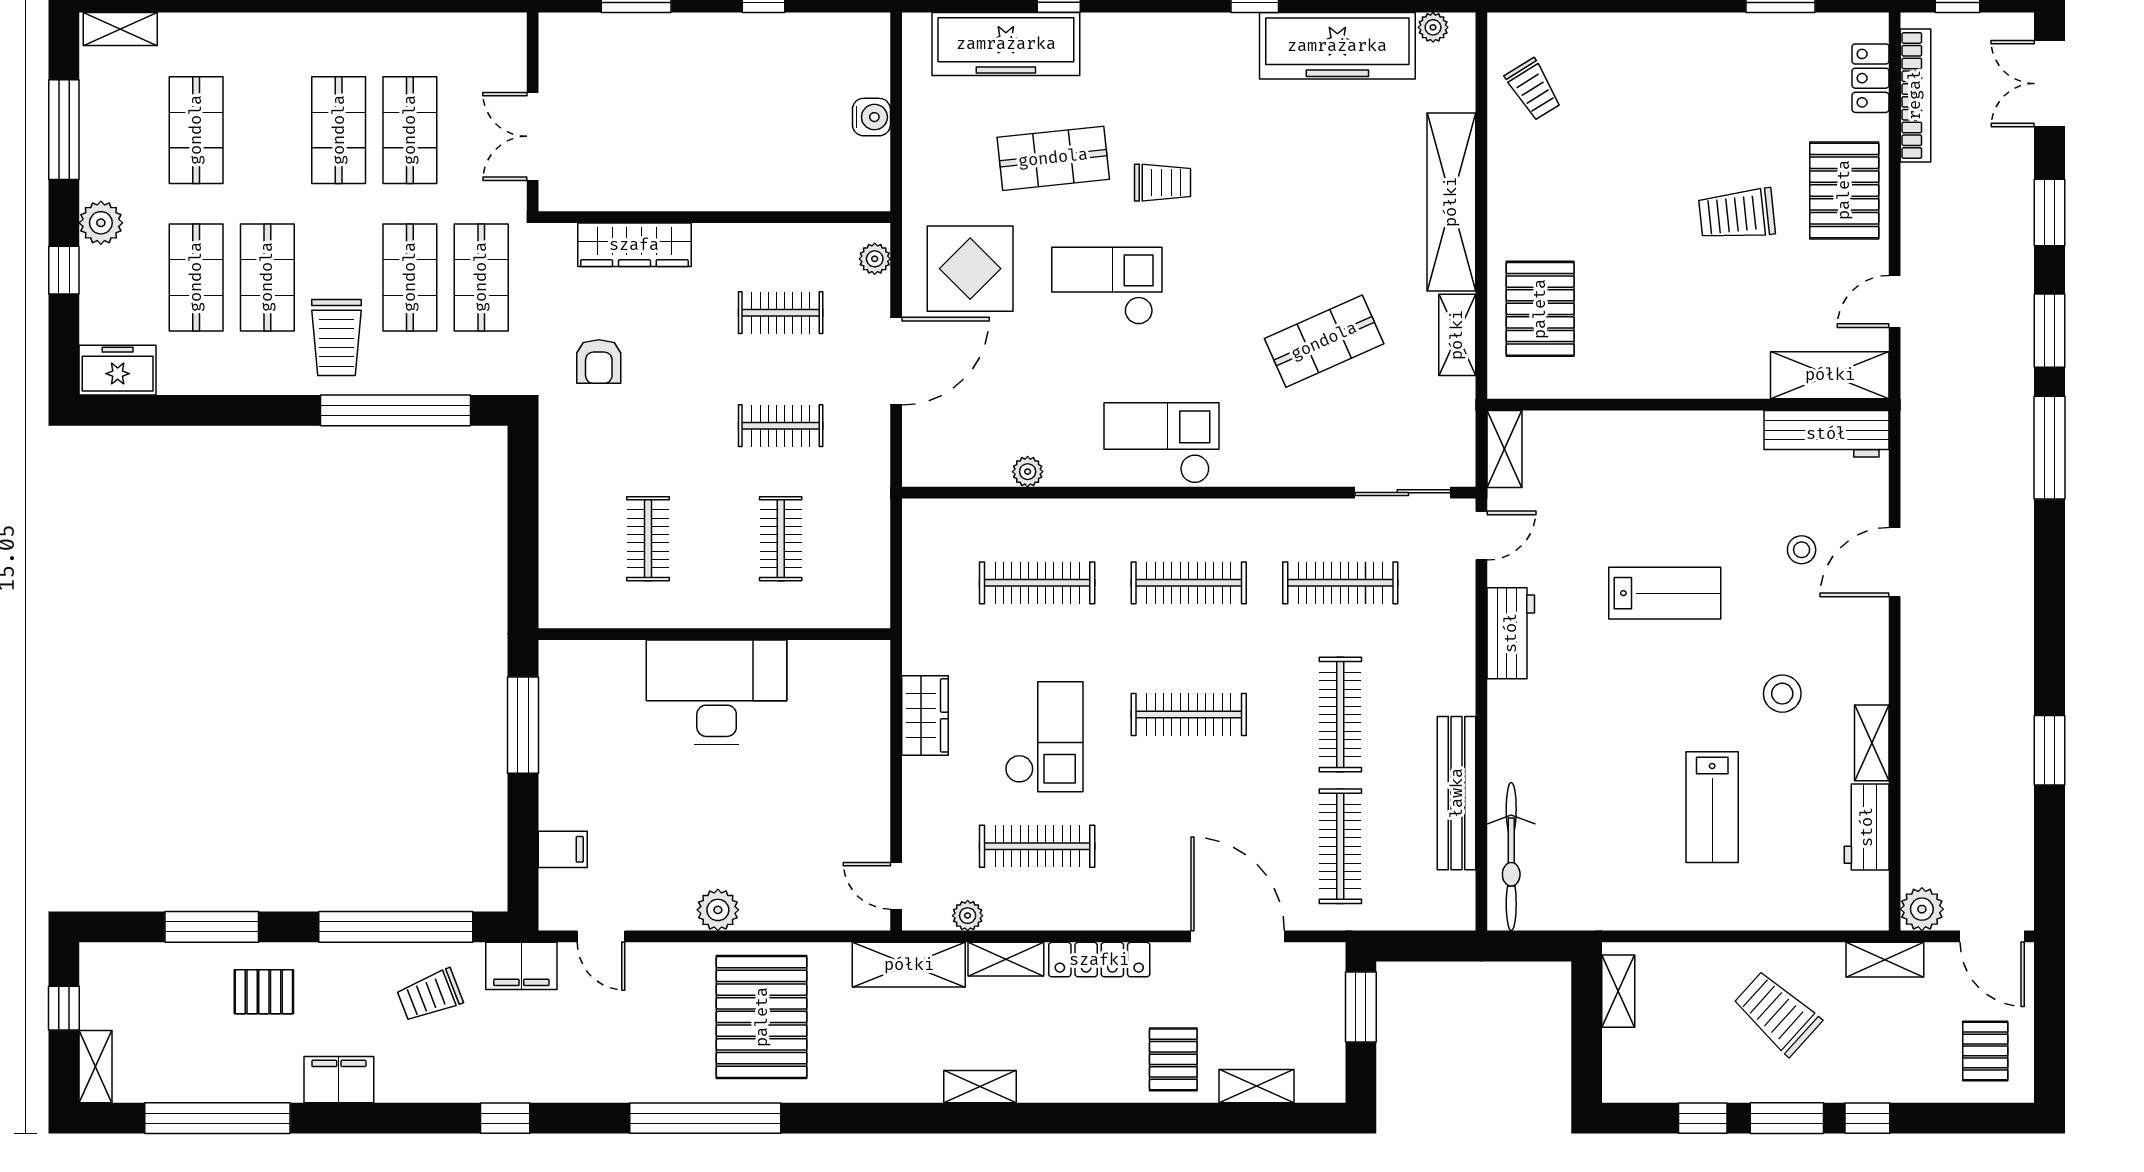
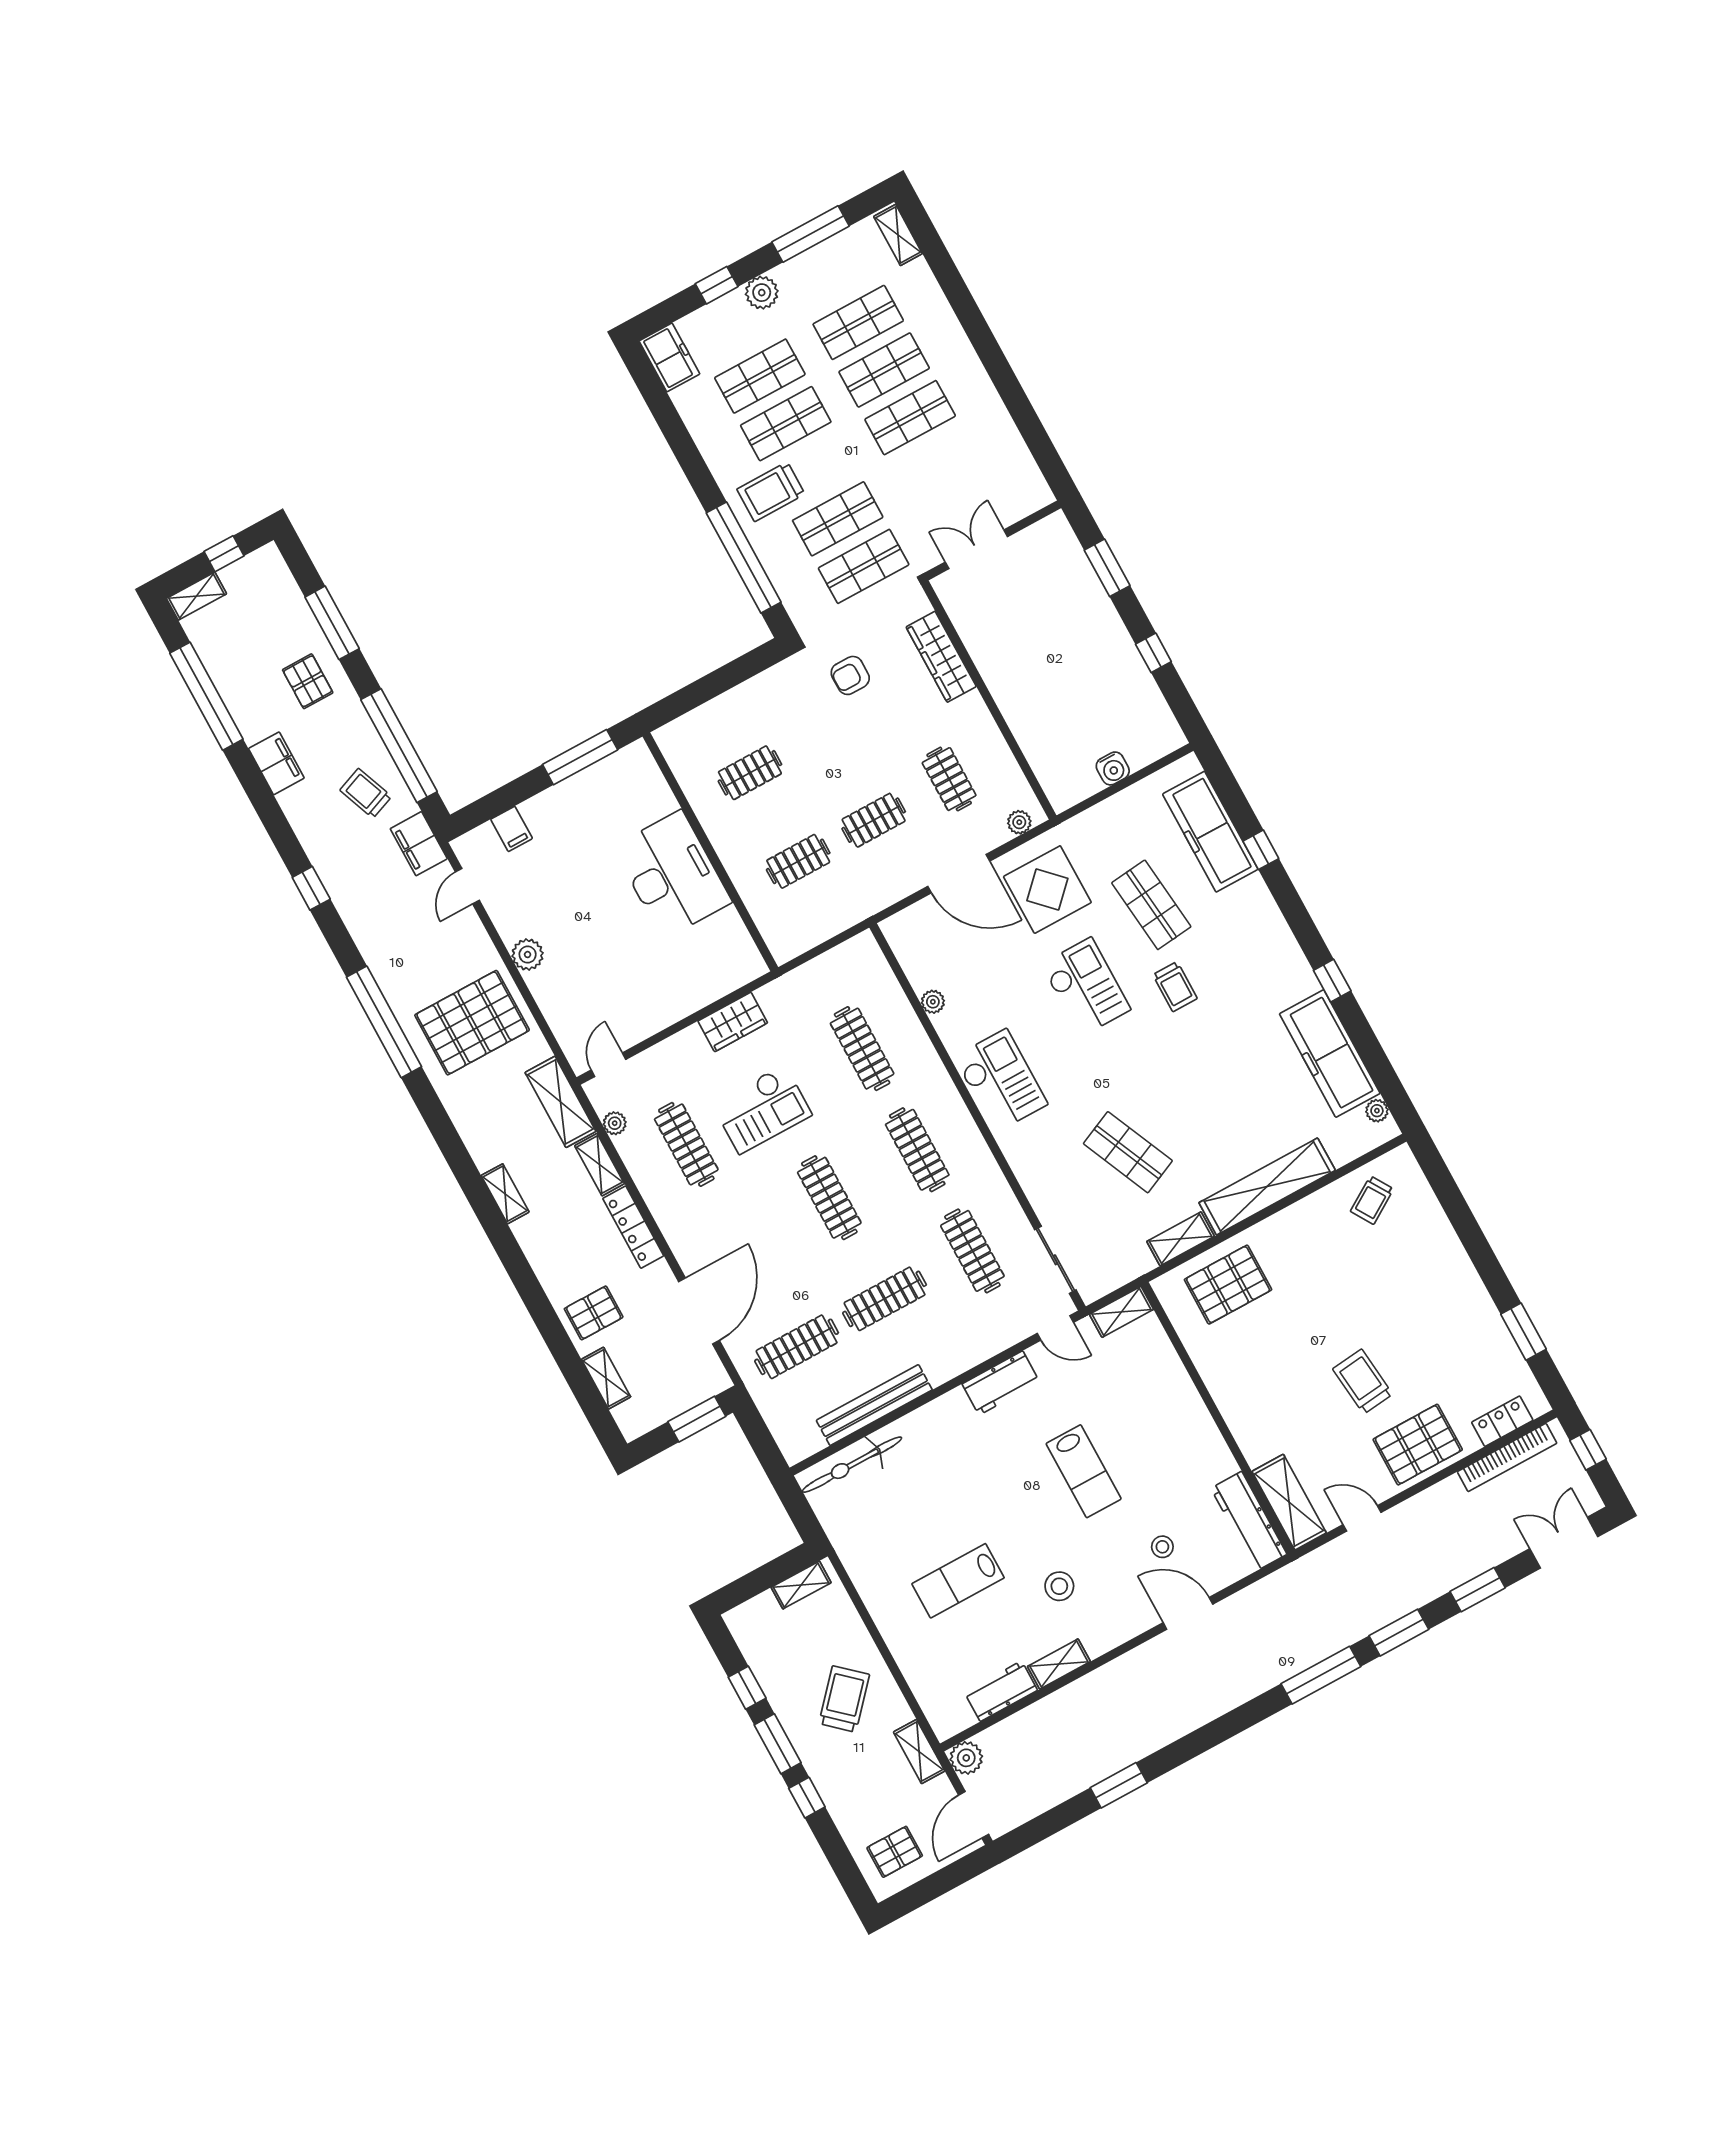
shop shelf: (410, 130) -> (884, 370), moved
clothes rail: (781, 426) -> (874, 820), turned 90

